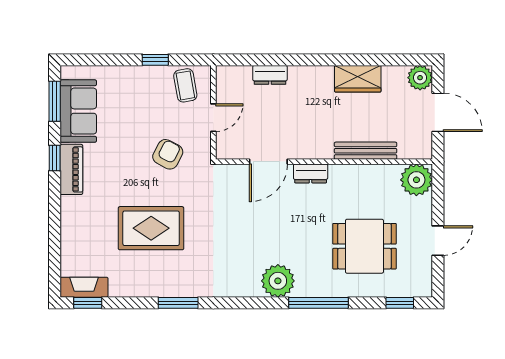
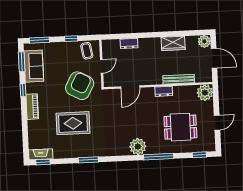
window: (92, 60) -> (39, 40), added
armchair: (168, 154) -> (80, 86), width x1.88, depth x1.88
piano: (71, 169) -> (32, 107), moved
dresser: (311, 173) -> (164, 91), moved

